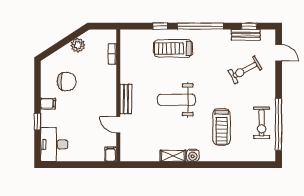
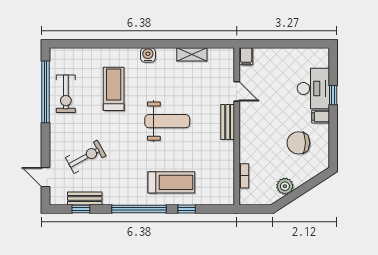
exercise bike: (262, 123) -> (66, 94), turned 180
desk: (54, 144) -> (313, 88), moved
shelving: (173, 156) -> (192, 54), moved

